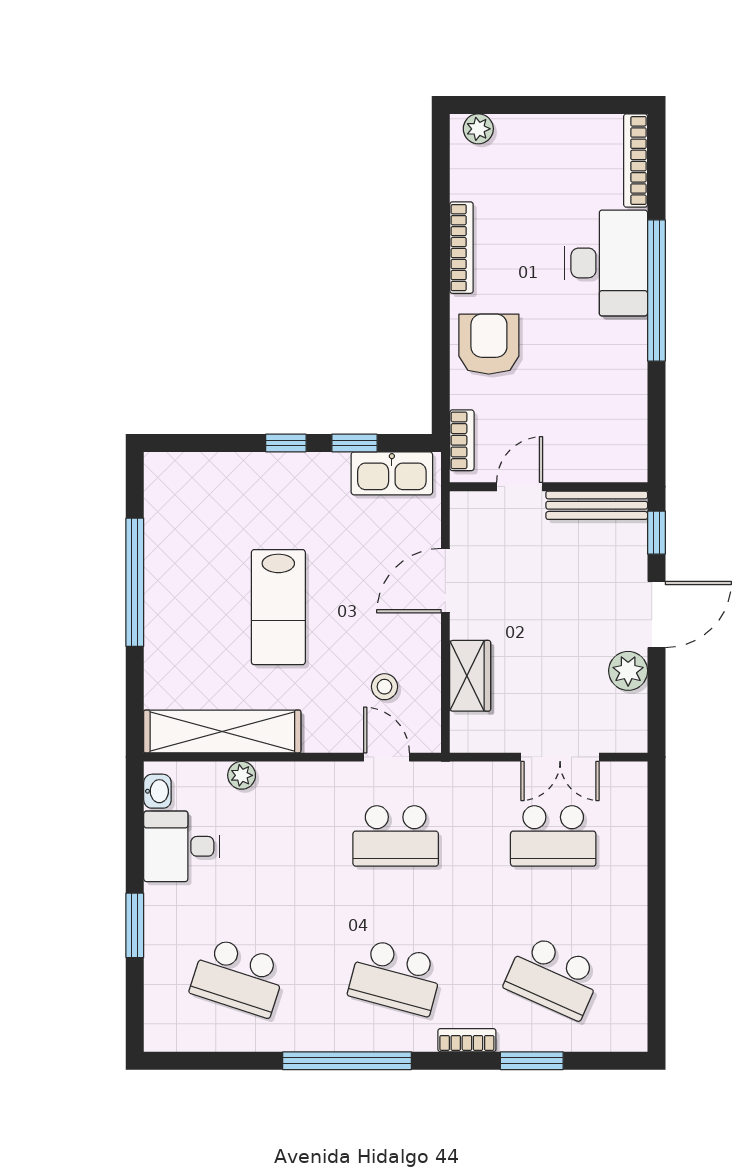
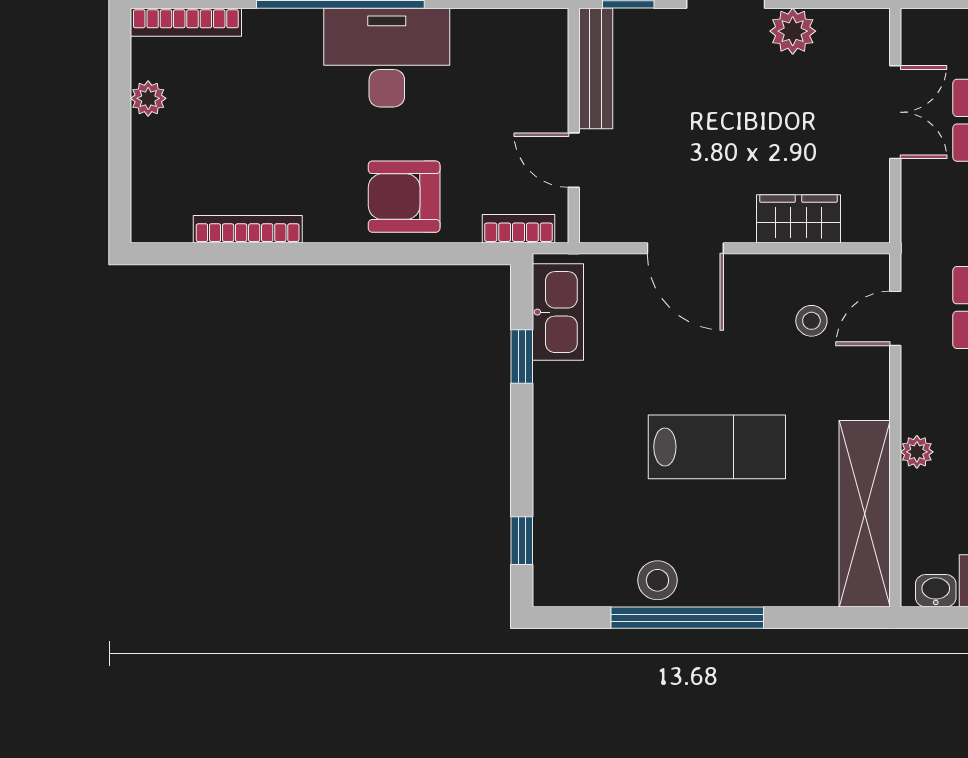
plant: (478, 129) -> (148, 98), moved
bookcase: (461, 248) -> (248, 229), moved
desk: (606, 263) -> (387, 58), moved
window: (286, 443) -> (522, 541), moved
stool: (166, 557) -> (657, 580), added
plant: (242, 775) -> (917, 452), moved

